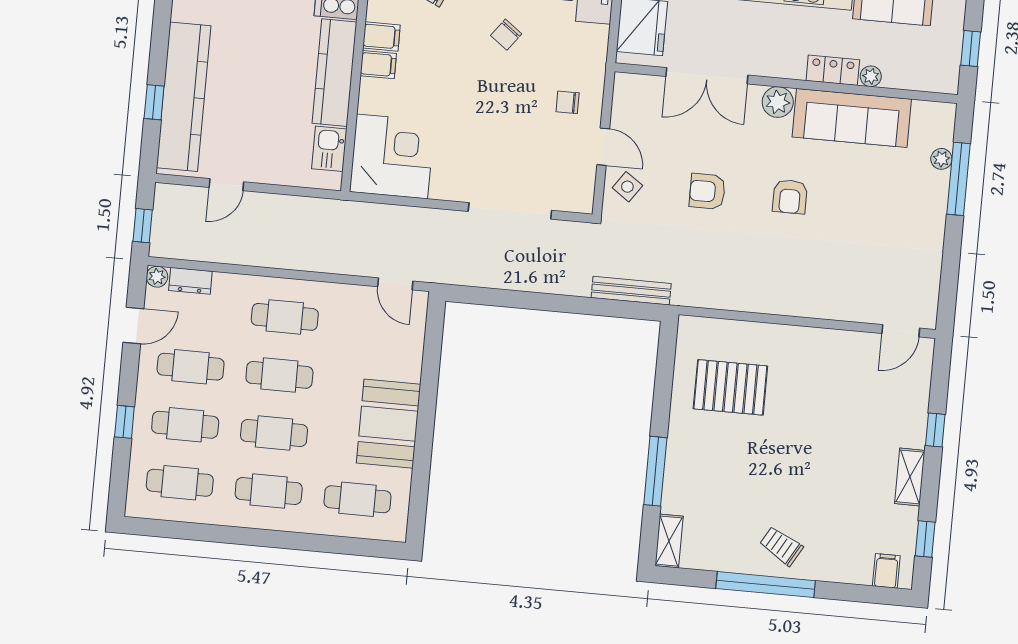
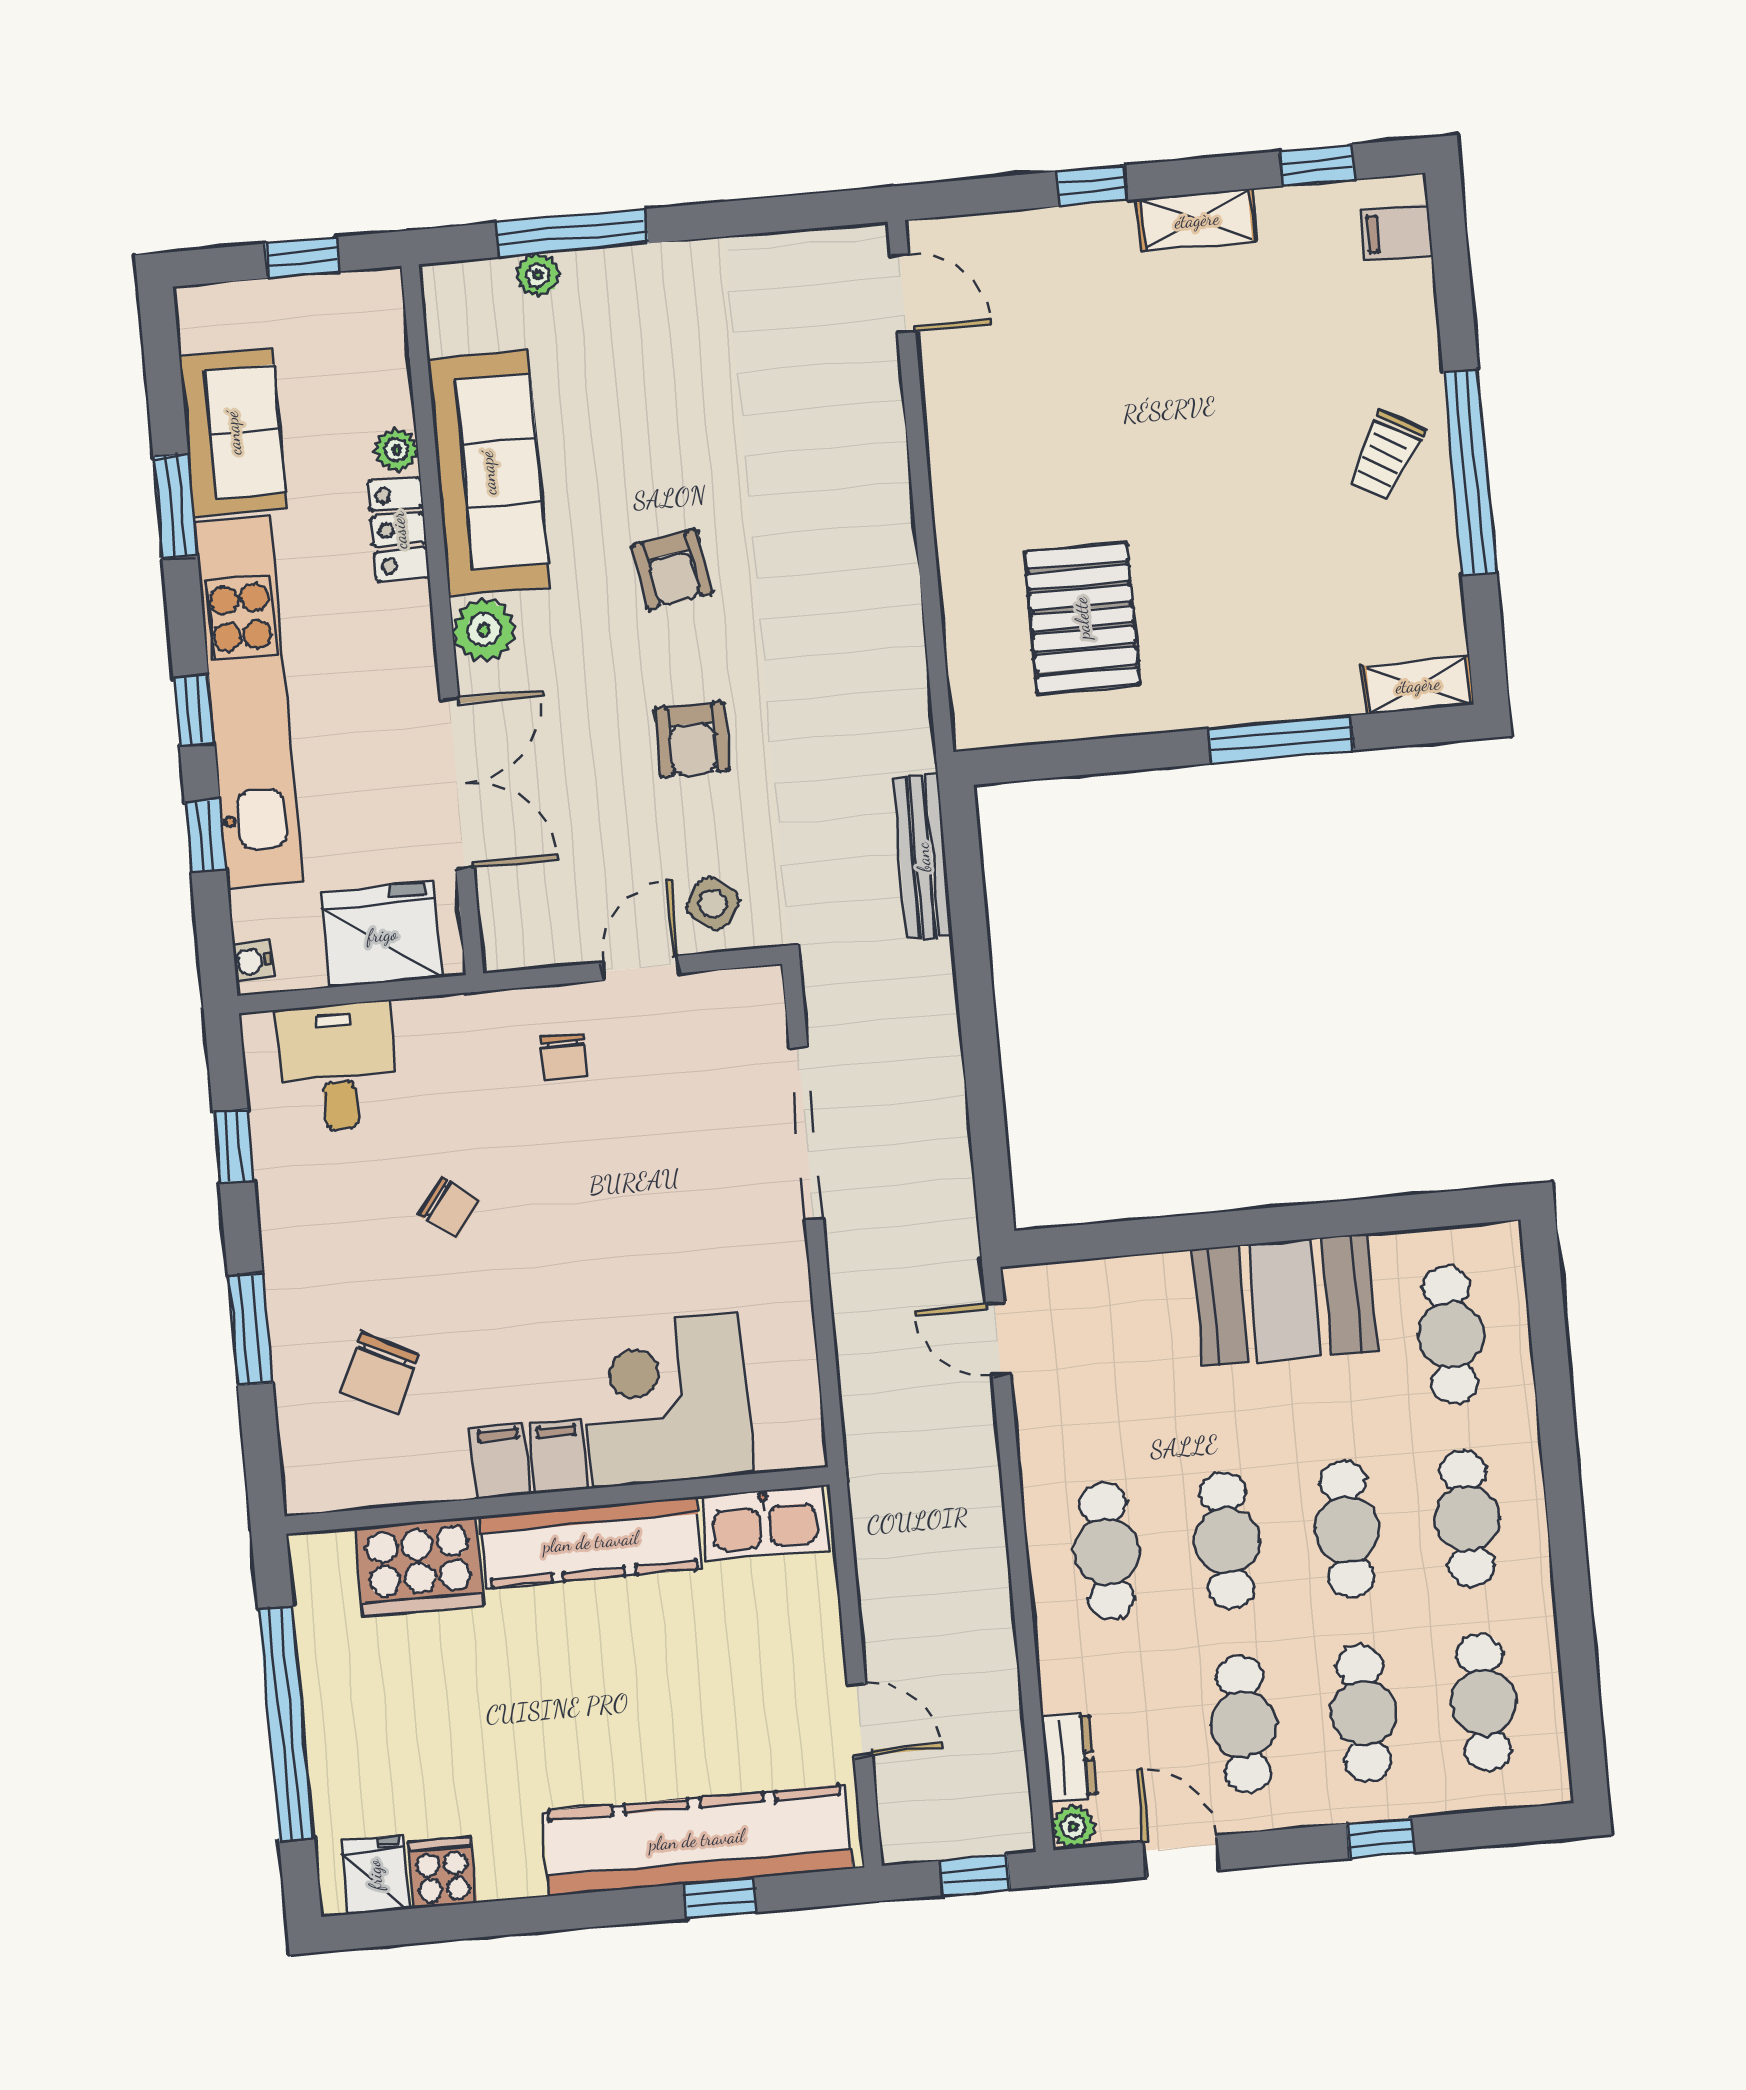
kitchen sink: (329, 149) -> (765, 1523), width x1.38
corner desk: (392, 156) -> (666, 1401), moved
armchair: (790, 197) -> (672, 569), turned 81
door: (395, 284) -> (998, 1339), swing flipped

